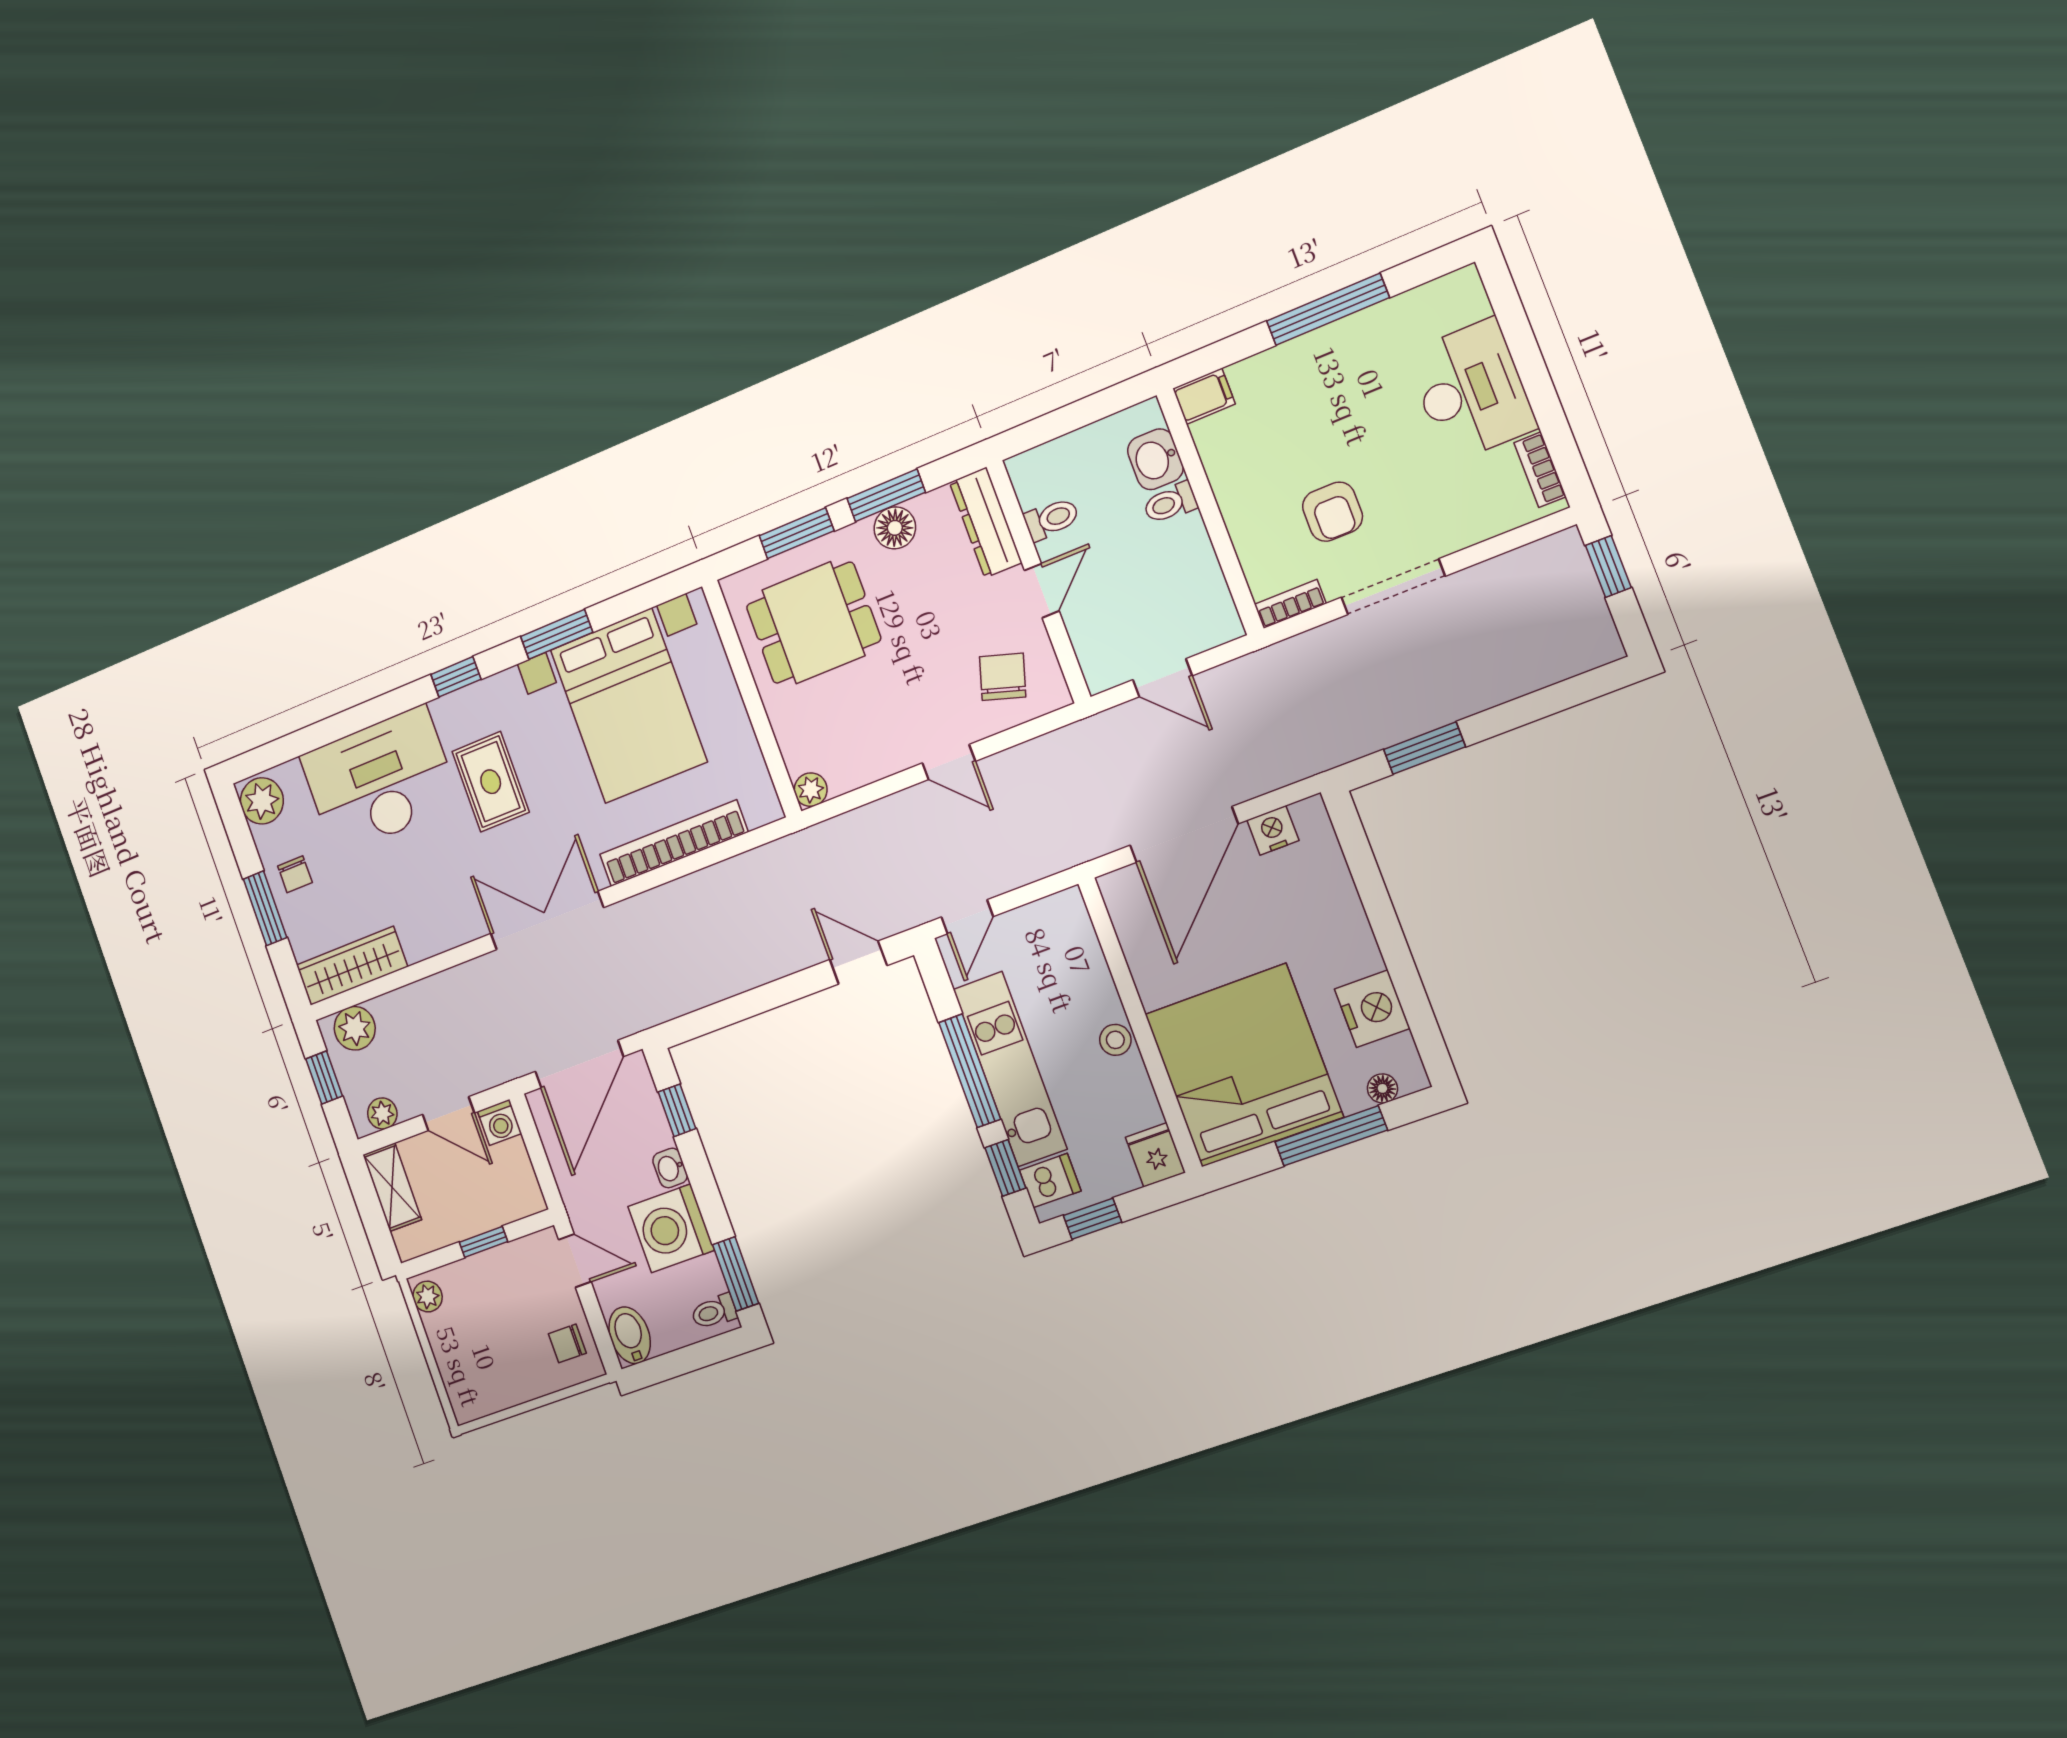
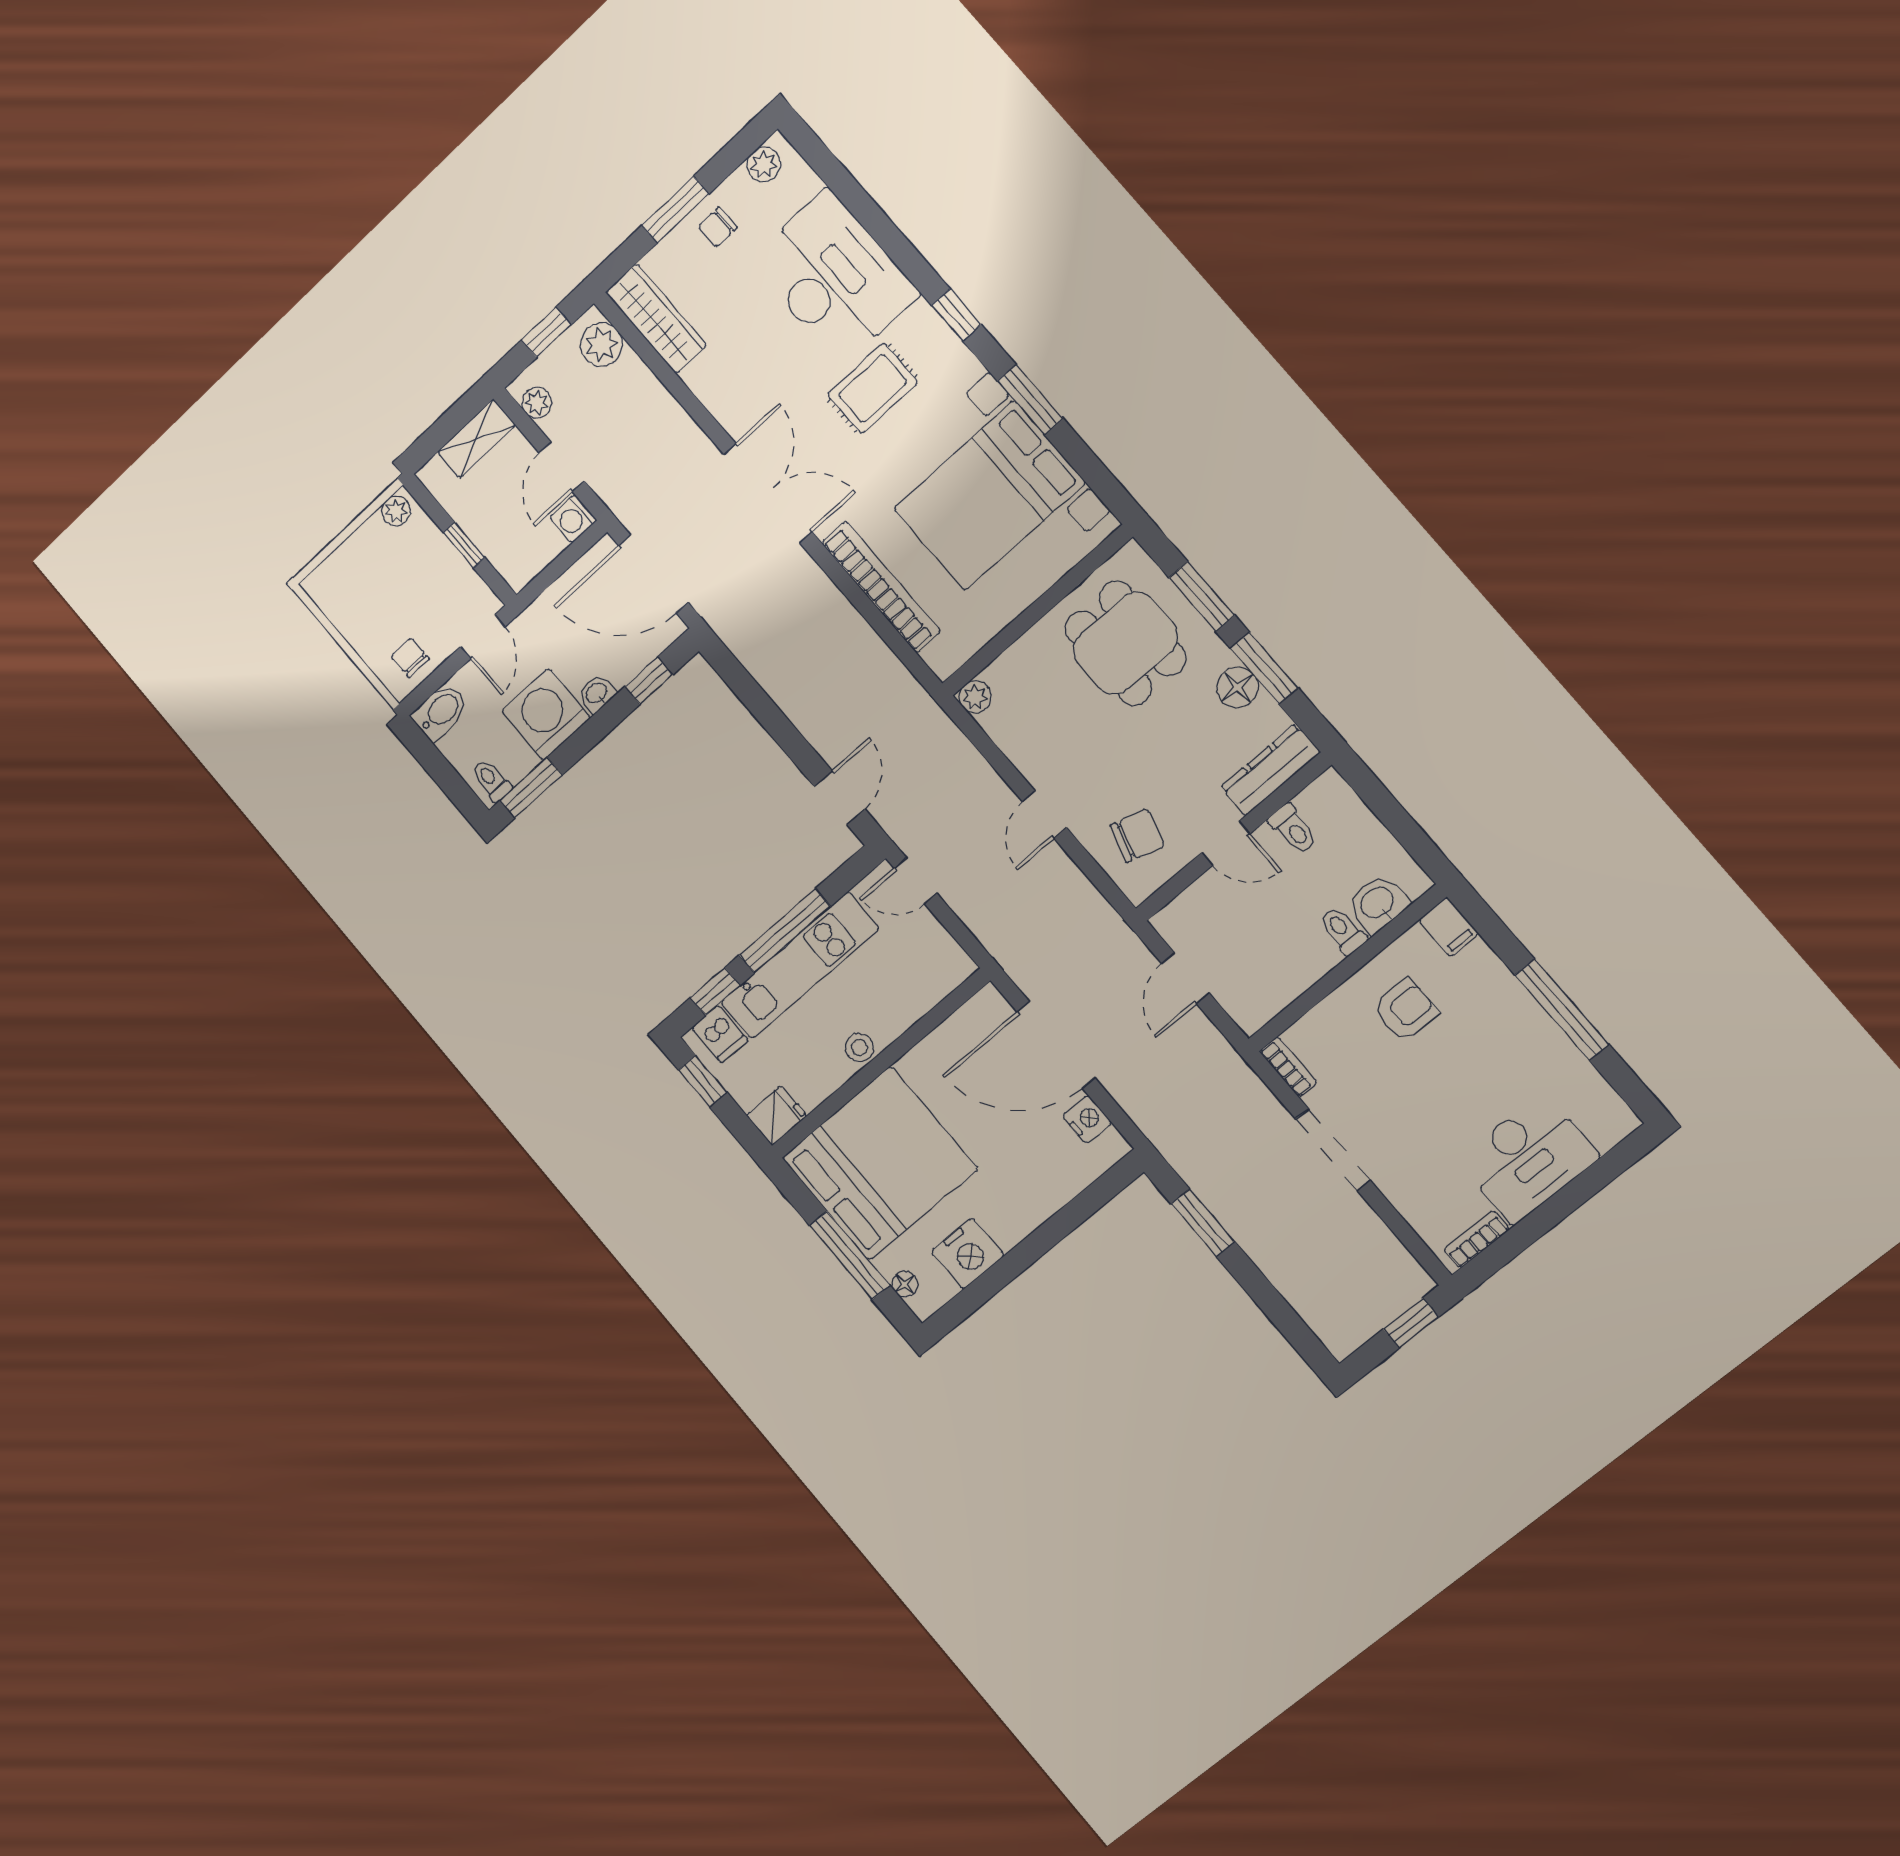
armchair: (1333, 512) -> (1405, 1010), moved, turned 180
plant: (262, 801) -> (764, 165), width x0.73, depth x0.73

